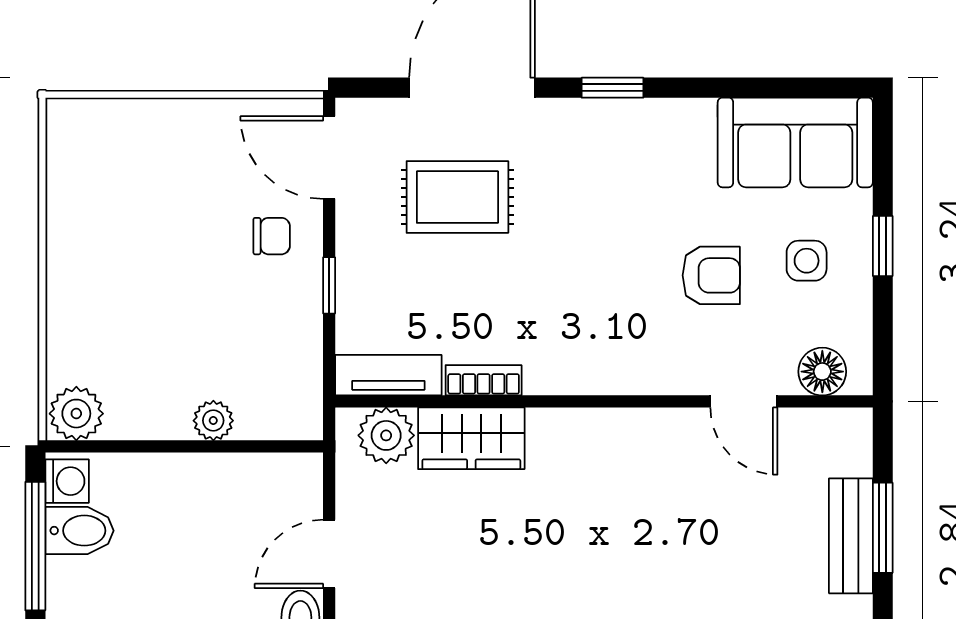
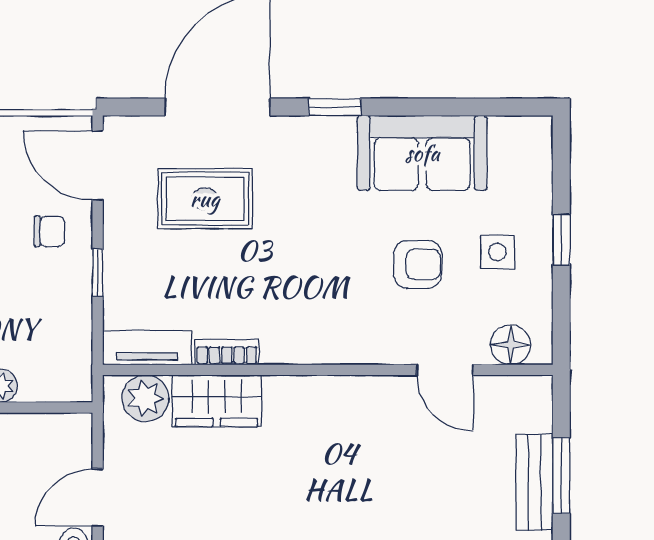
sofa: (795, 142) -> (422, 153), moved

